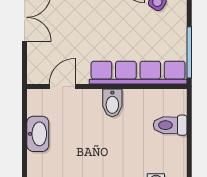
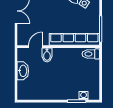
bidet: (112, 103) -> (47, 55), moved
toilet: (170, 125) -> (91, 54), moved

